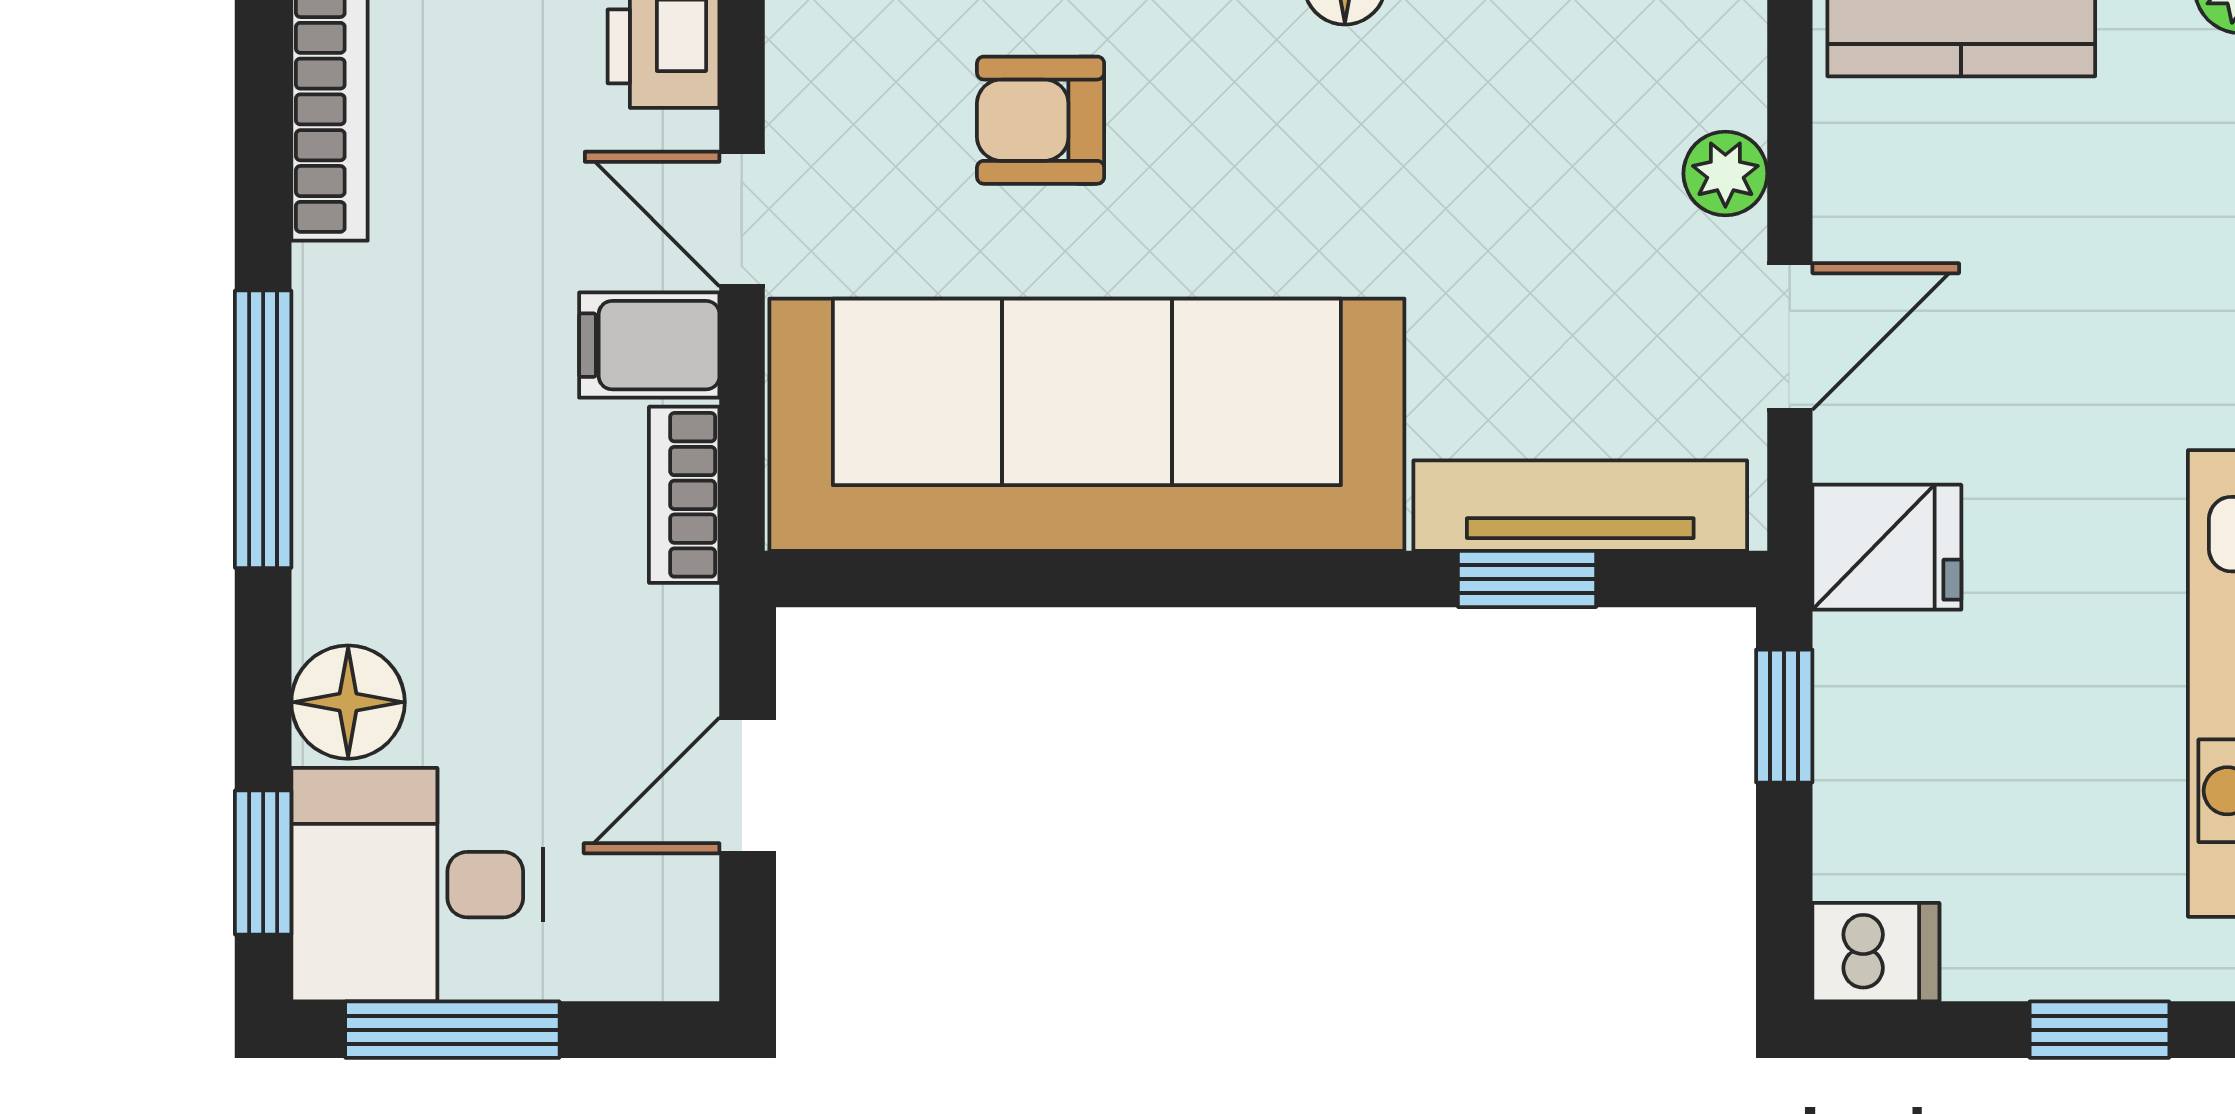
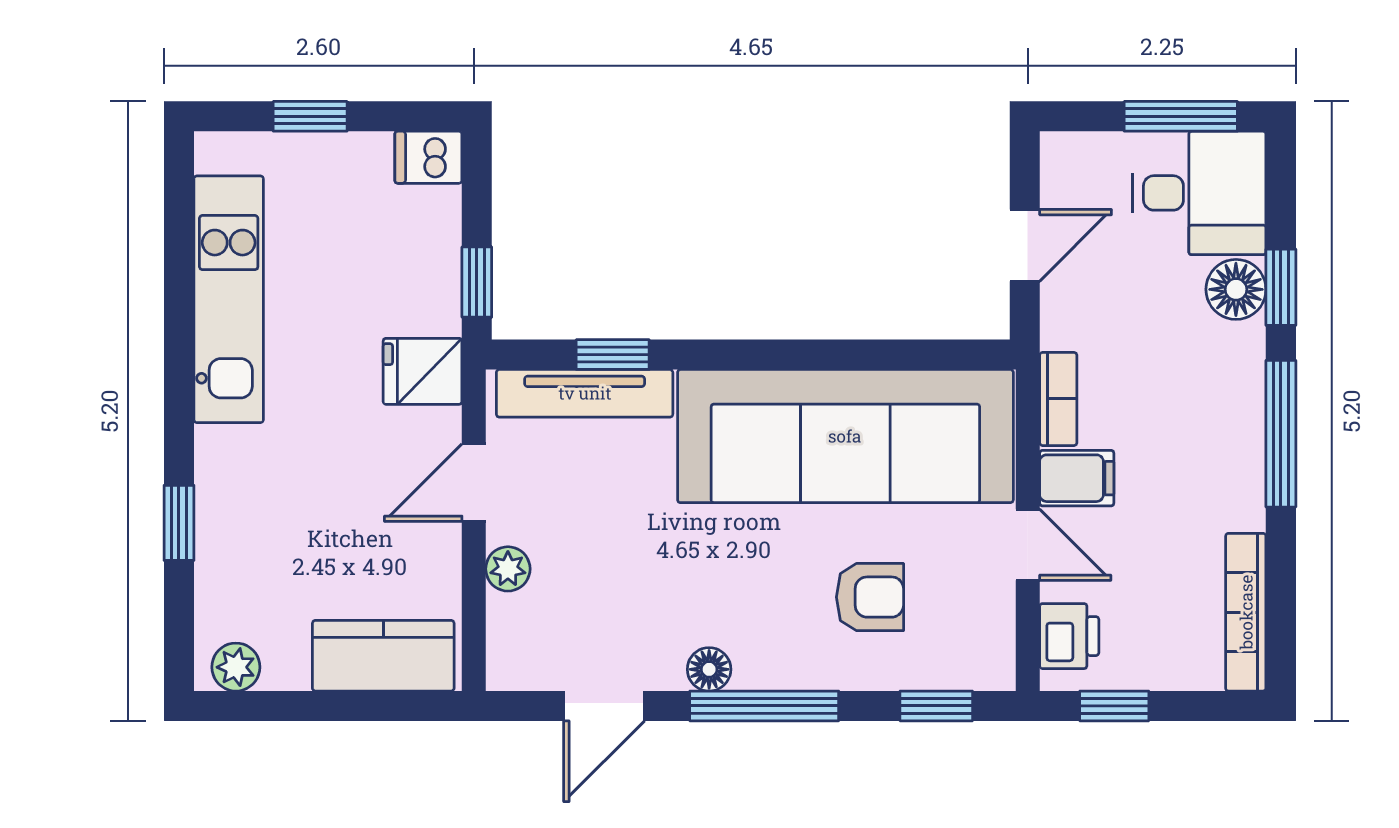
window: (263, 863) -> (1281, 287), moved

